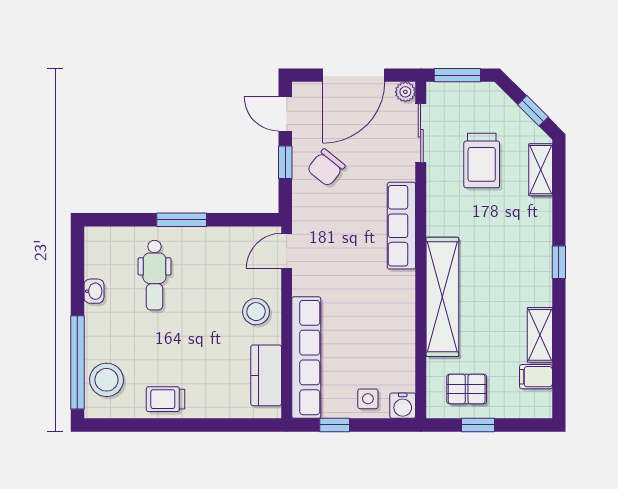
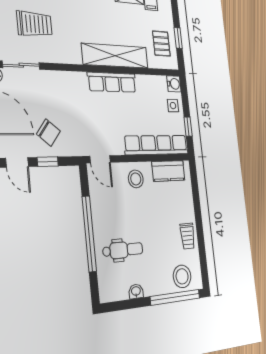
door: (285, 114) -> (17, 162), hinge flipped
window: (182, 220) -> (89, 234), width x2.11
row of seats: (401, 226) -> (112, 82), moved

